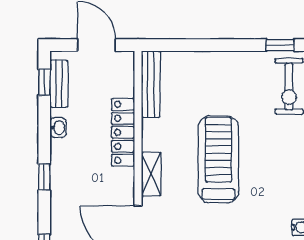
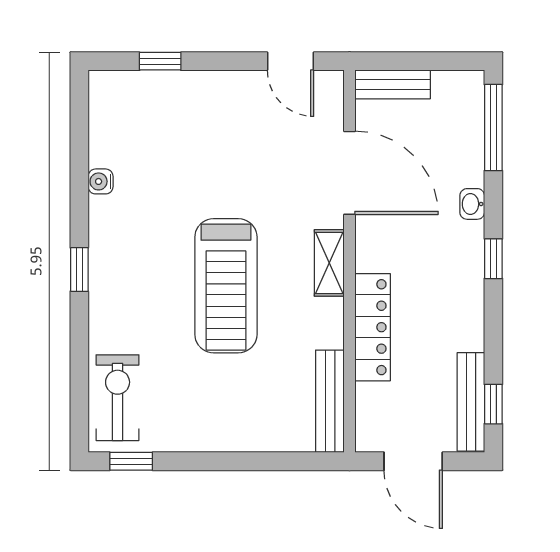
bench: (59, 84) -> (471, 402), width x1.36
washbasin: (58, 128) -> (472, 204), moved

